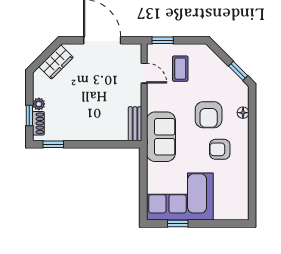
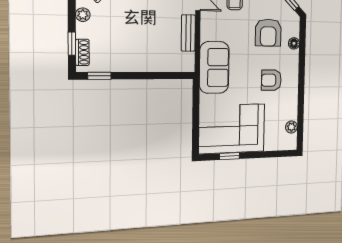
plant: (39, 104) -> (83, 15), moved
armchair: (209, 115) -> (268, 33), moved
bench: (135, 124) -> (188, 33), moved
plant: (243, 197) -> (291, 127), added

